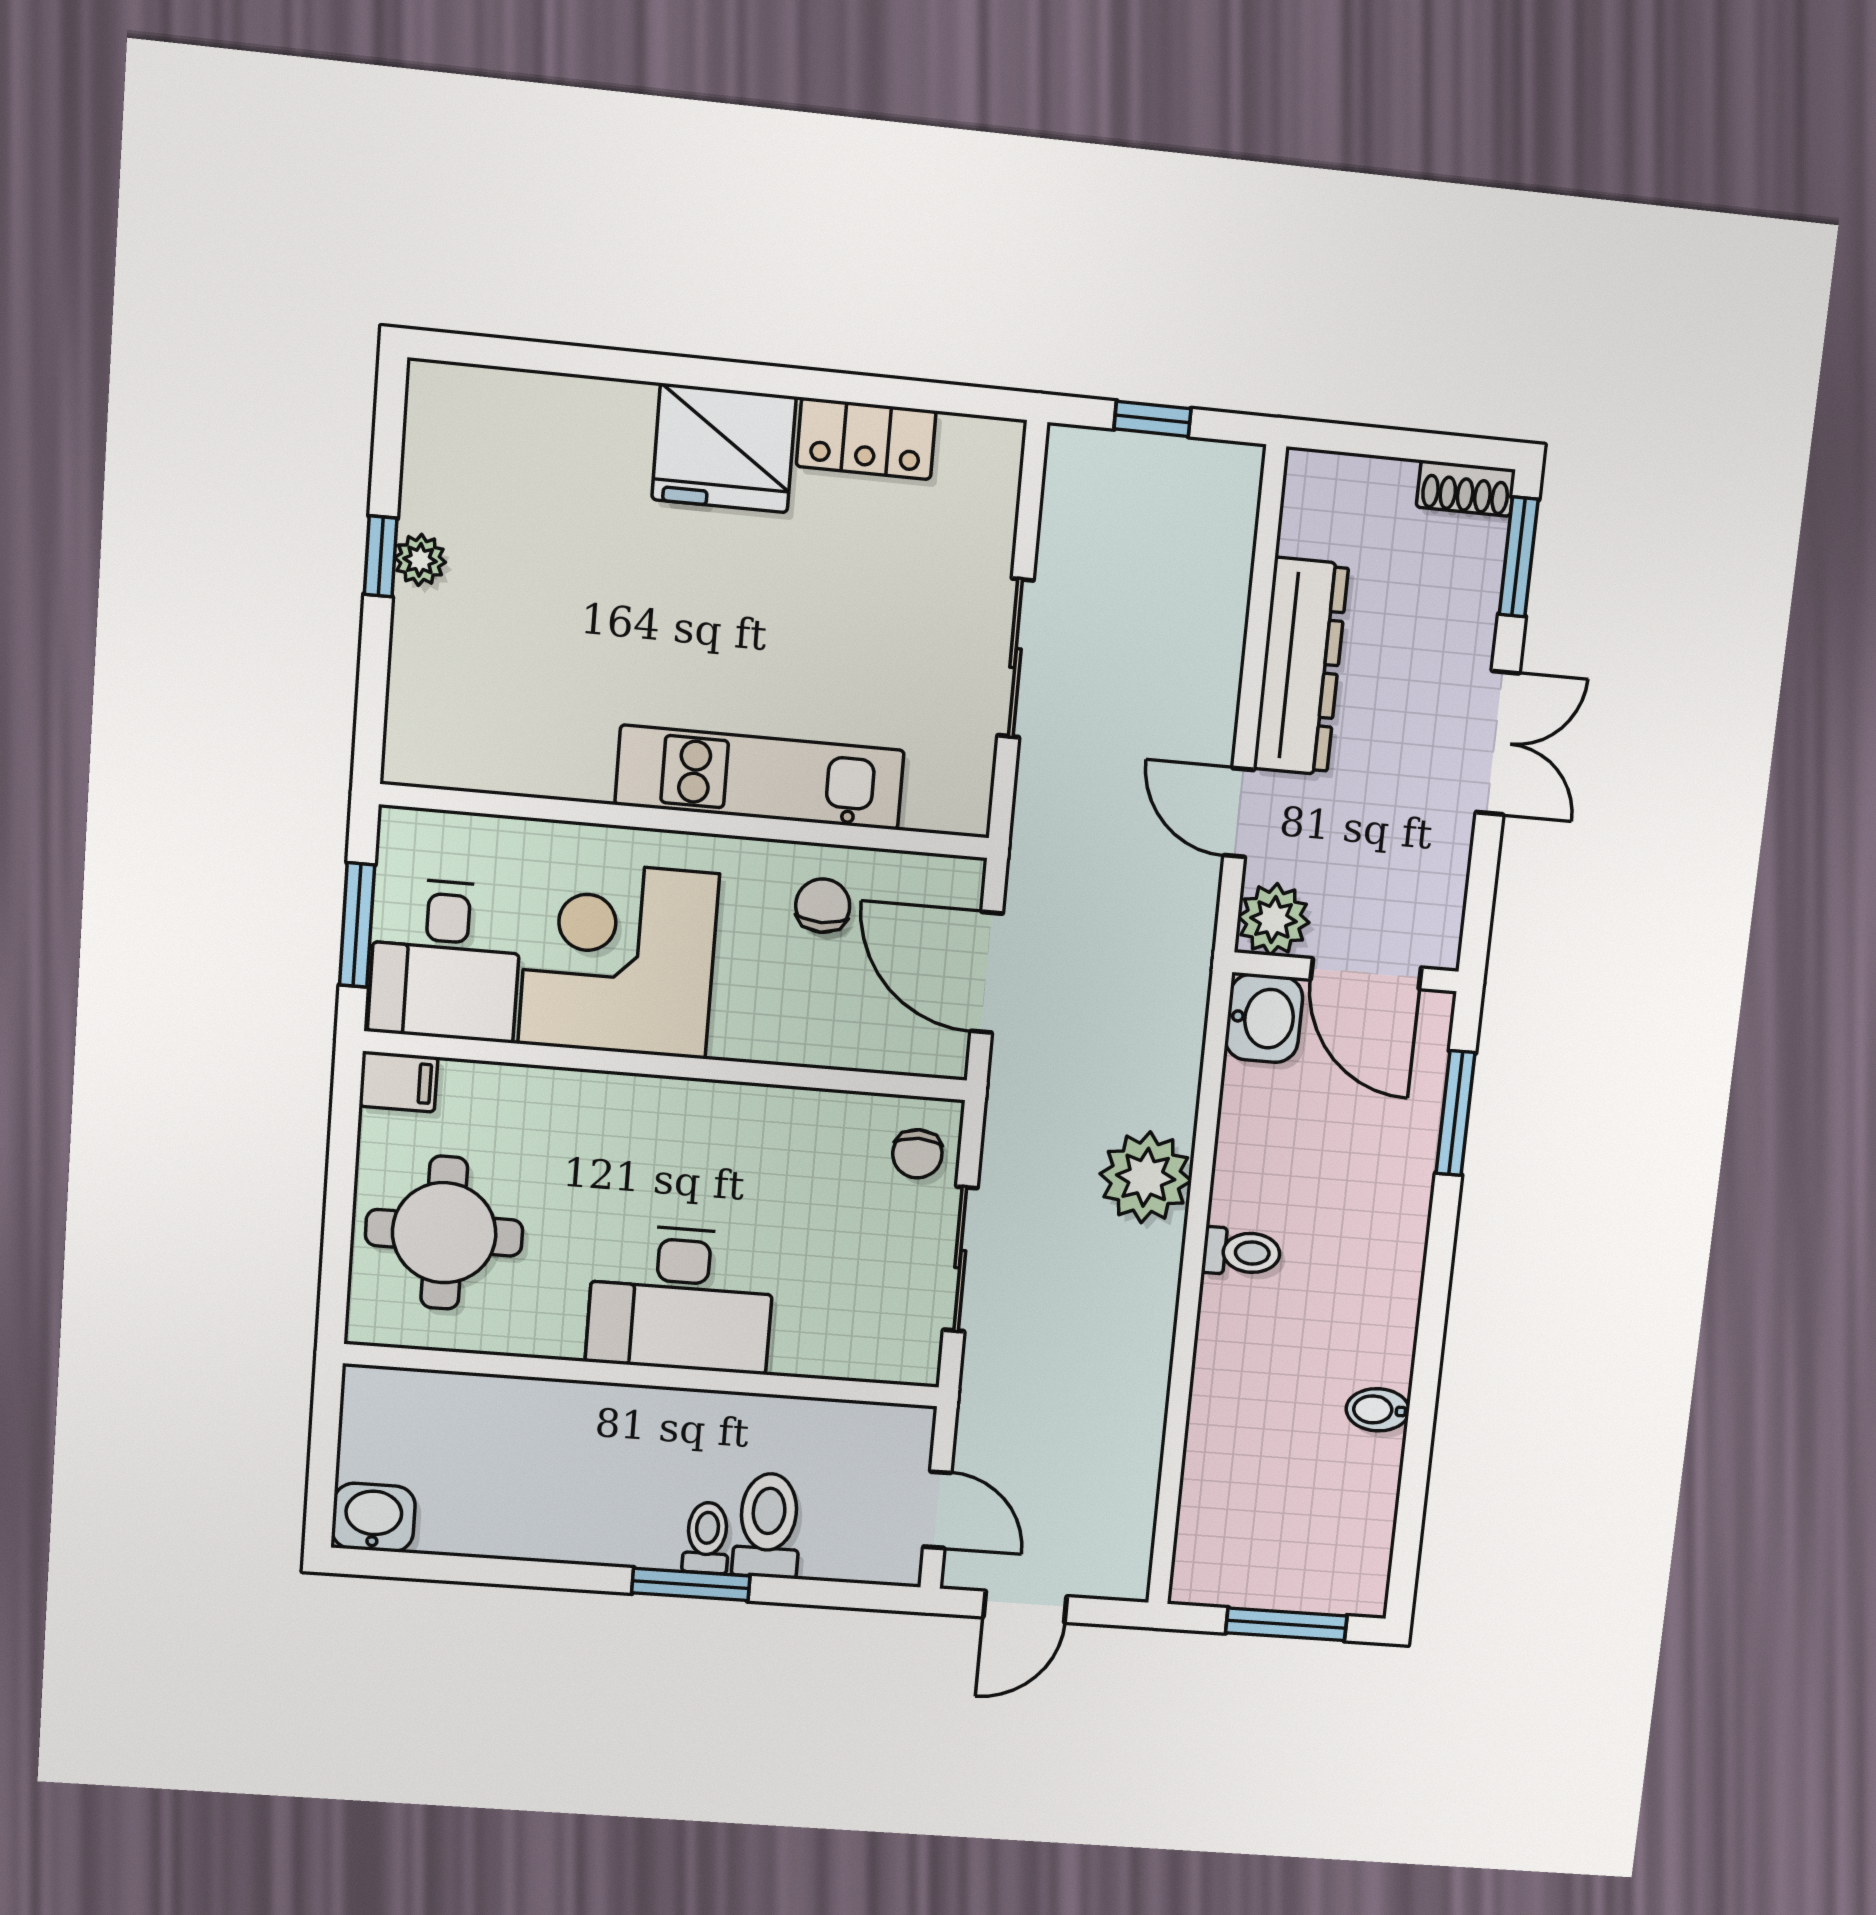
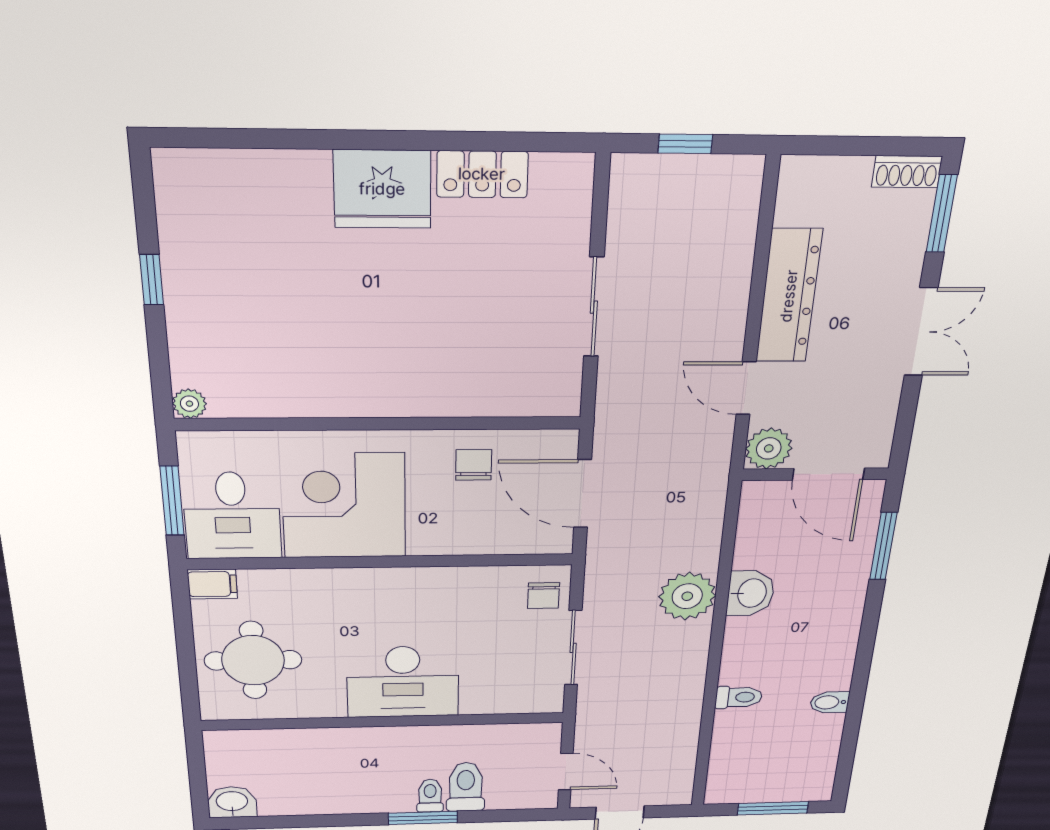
plant: (420, 560) -> (189, 404), moved
kitchen unit: (760, 778) -> (426, 394), removed
washbasin: (1264, 1018) -> (751, 593), moved
toilet: (1242, 1252) -> (739, 697), moved

